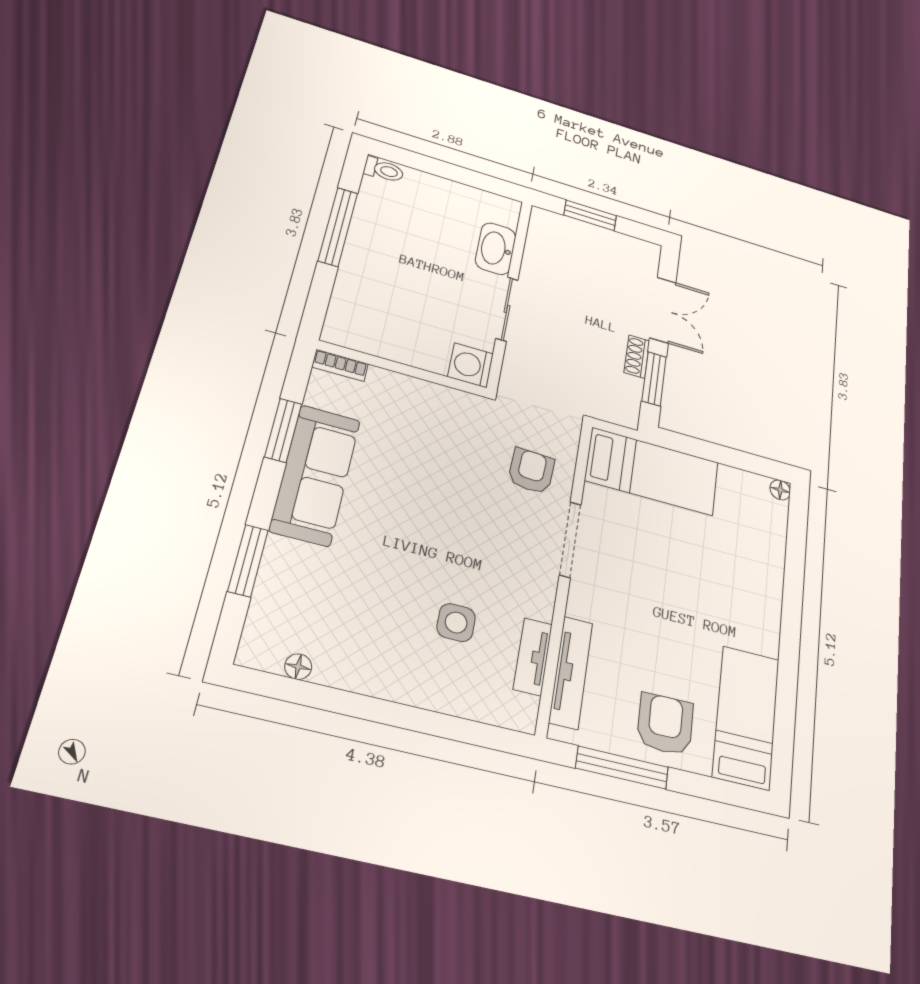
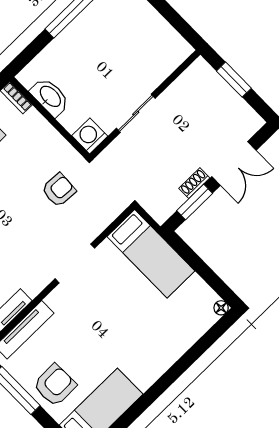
washbasin: (496, 249) -> (50, 97), moved, turned 90
armchair: (531, 471) -> (59, 190), moved

